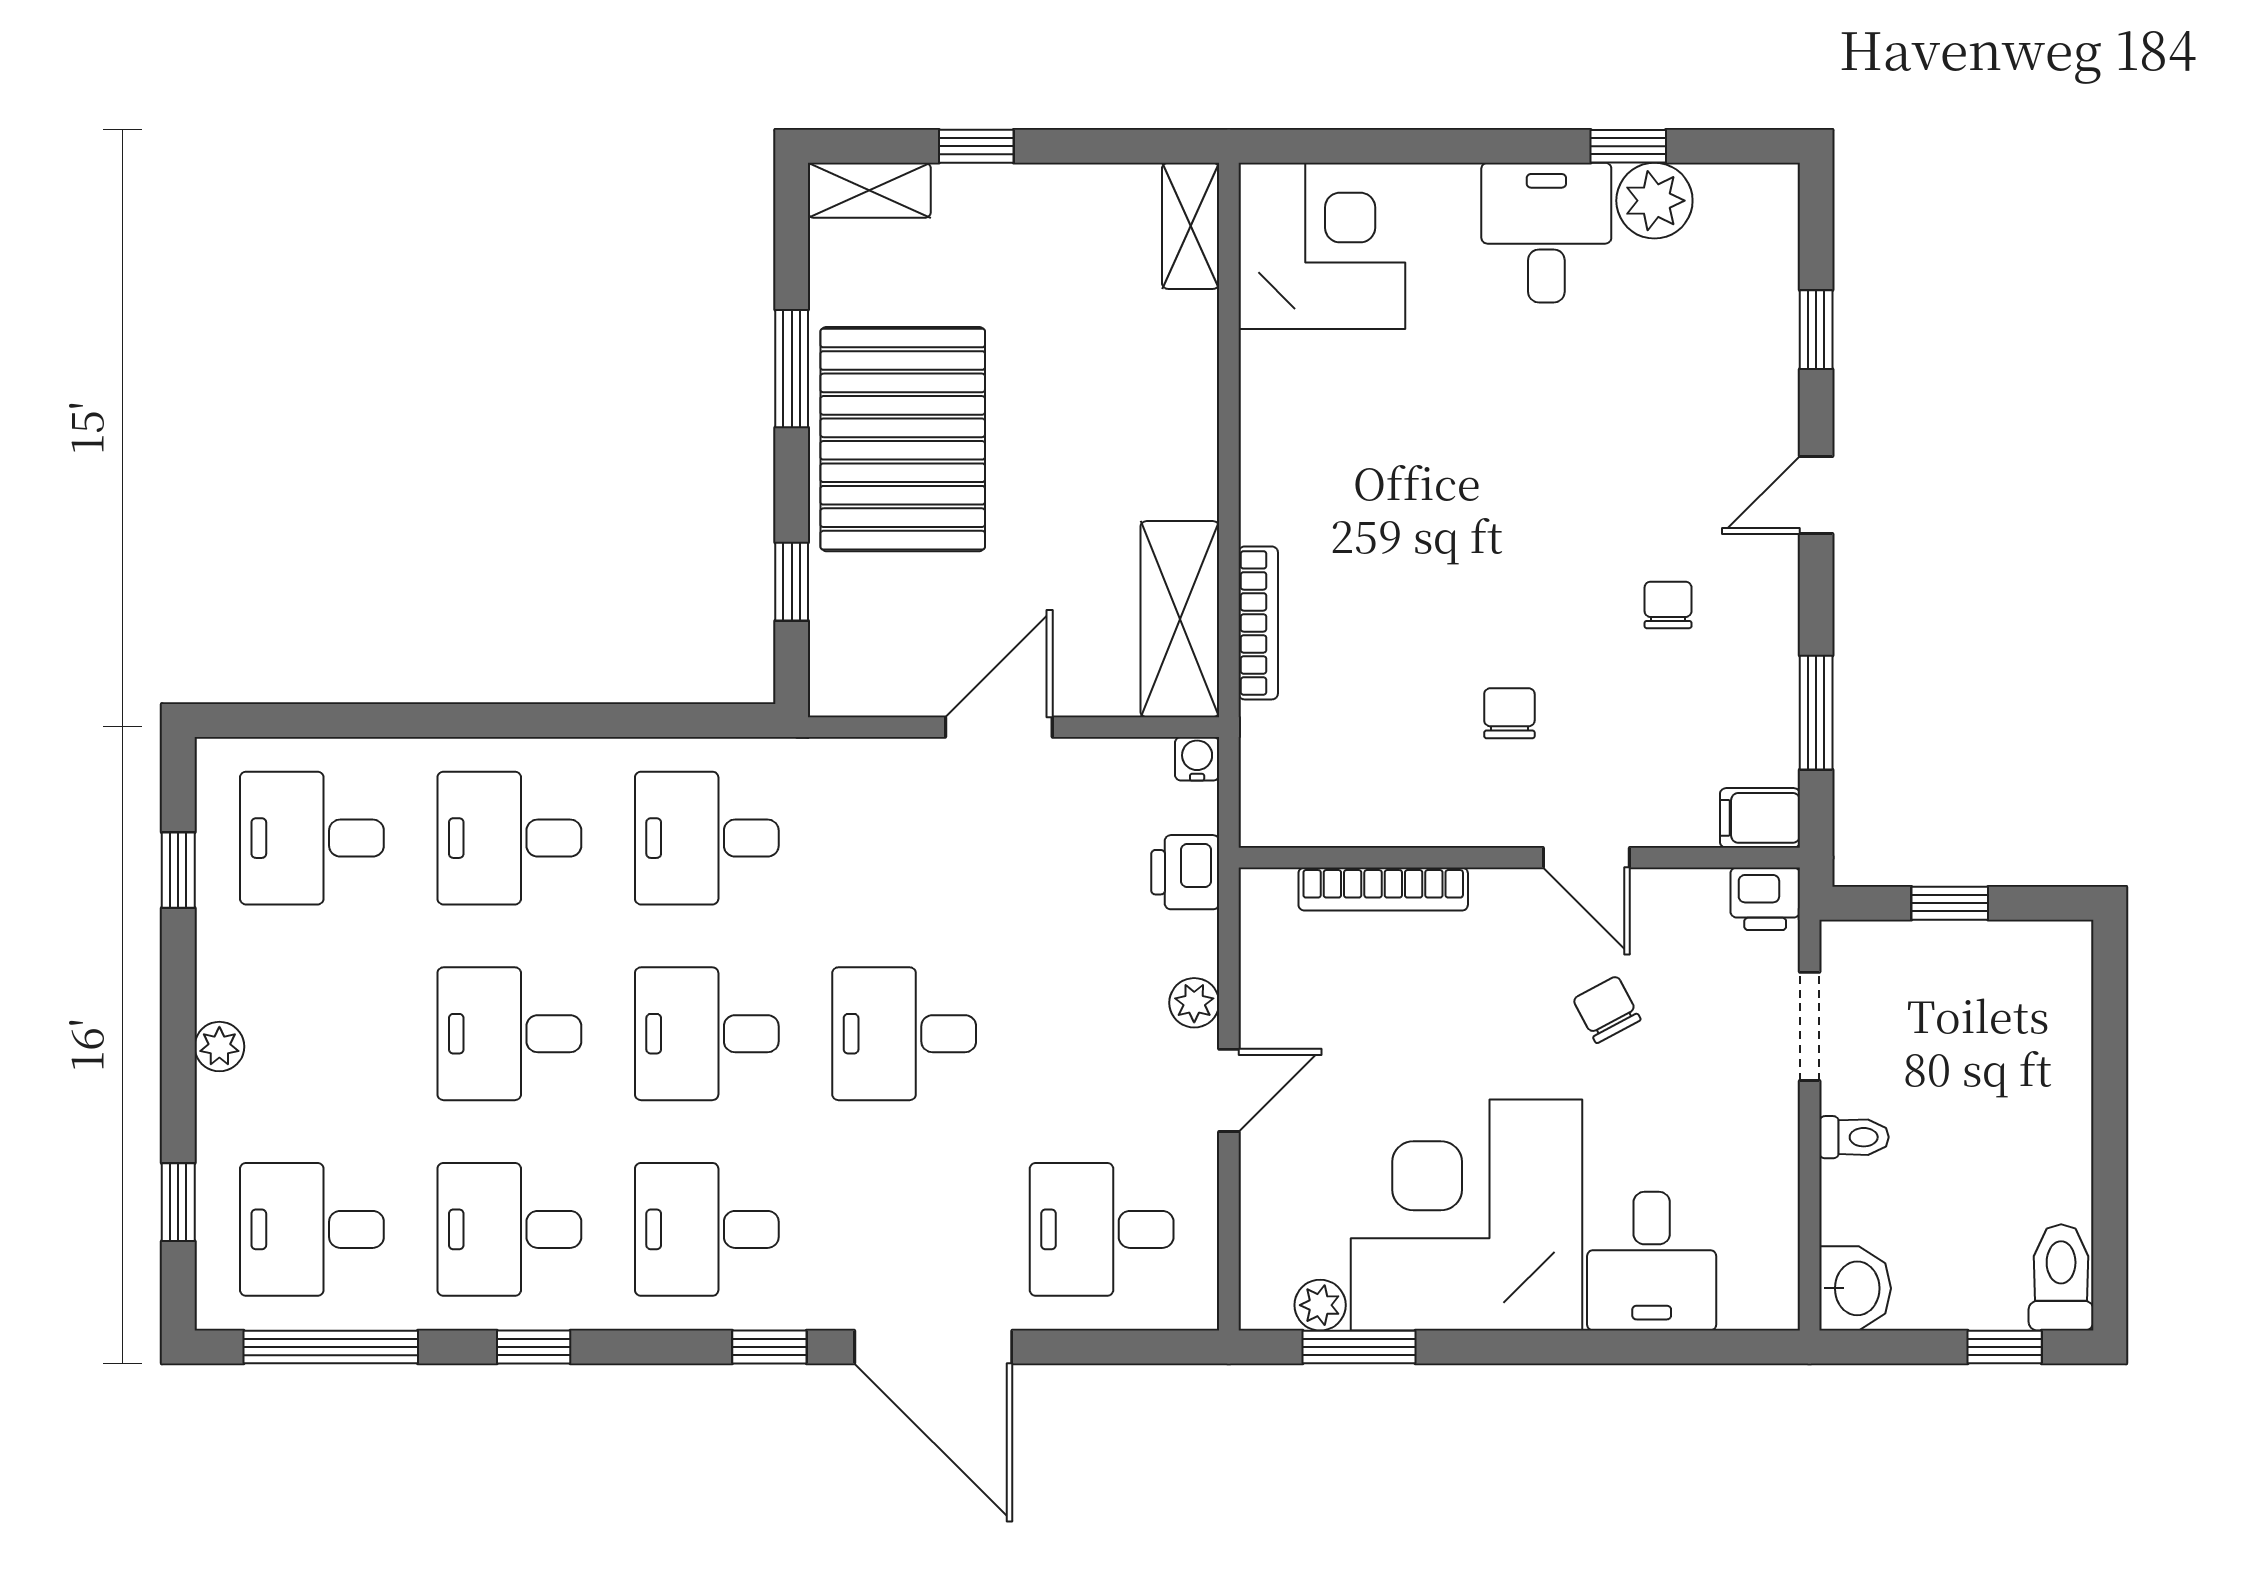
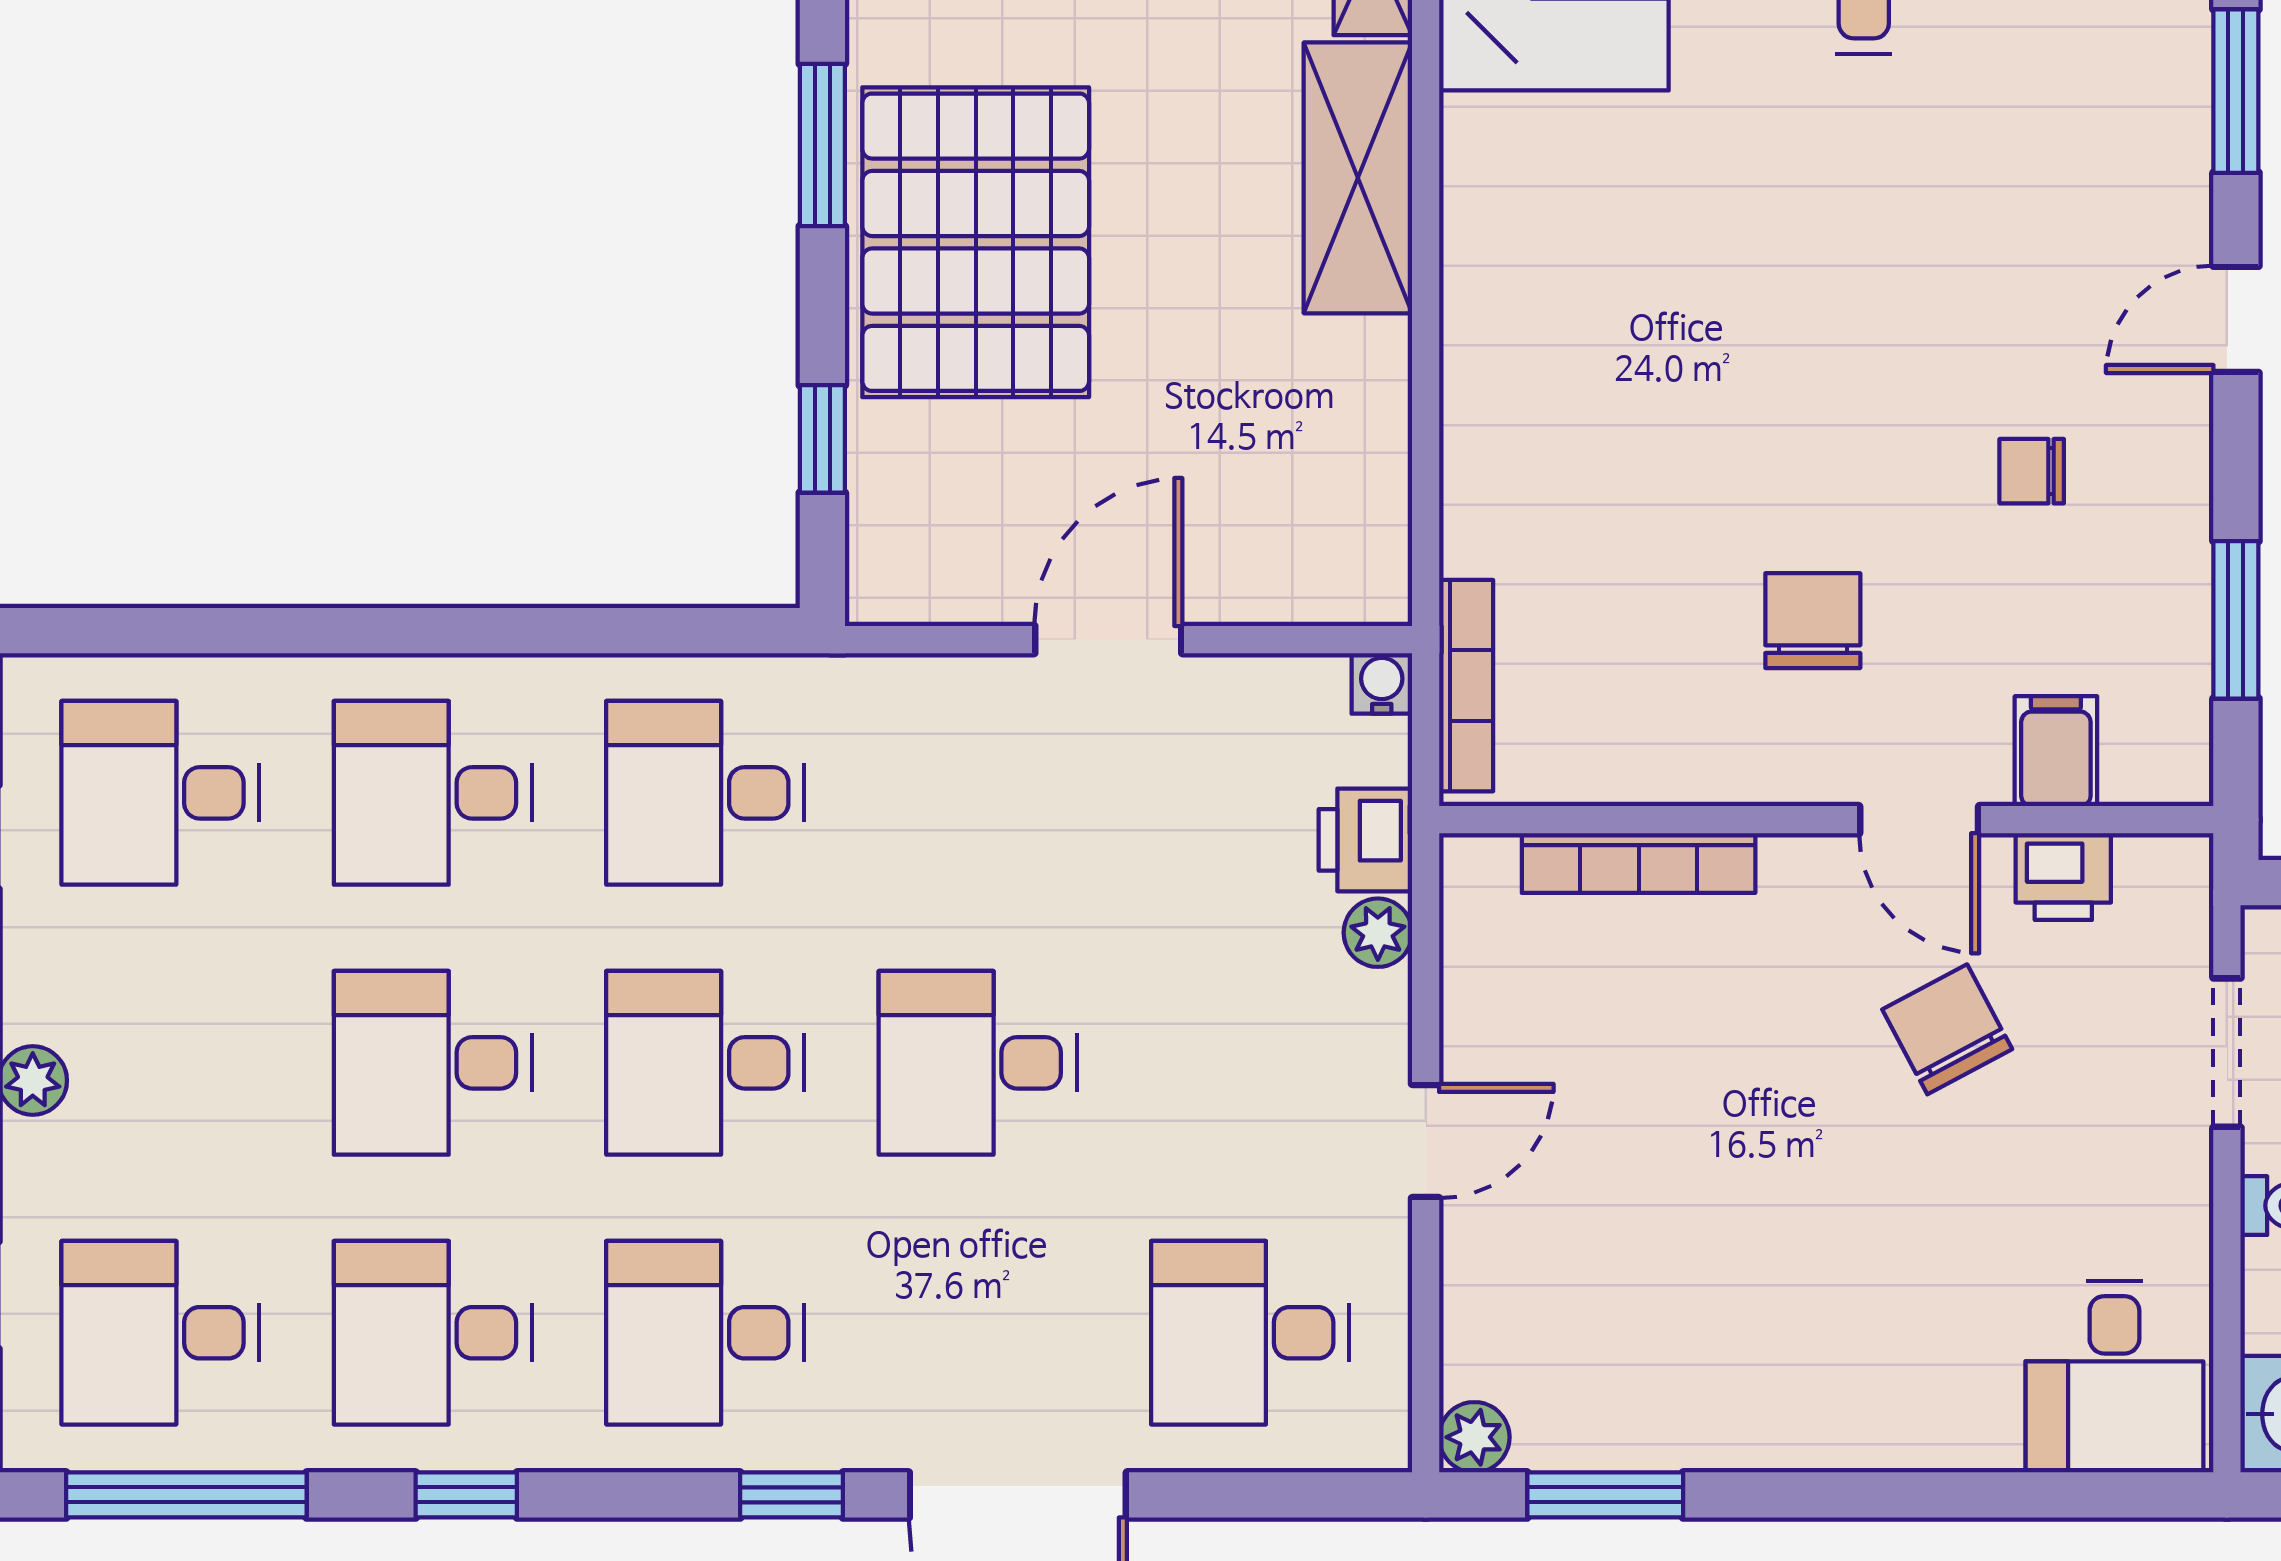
window: (1816, 330) -> (2236, 91), width x1.50
chair: (1668, 605) -> (2032, 471), turned -90
shelving: (1180, 619) -> (1358, 178), moved
bookcase: (1258, 623) -> (1466, 686), moved
chair: (1509, 713) -> (1813, 621), width x1.37, depth x1.37
filing cabinet: (1760, 818) -> (2056, 751), moved, turned 90
printer: (1765, 899) -> (2063, 877), moved
plant: (1194, 1003) -> (1378, 933), moved
chair: (1607, 1009) -> (1947, 1029), width x1.37, depth x1.37
corner desk: (1466, 1215) -> (1753, 1313), removed
desk: (1652, 1261) -> (2114, 1377), moved
plant: (1320, 1305) -> (1474, 1437), moved

